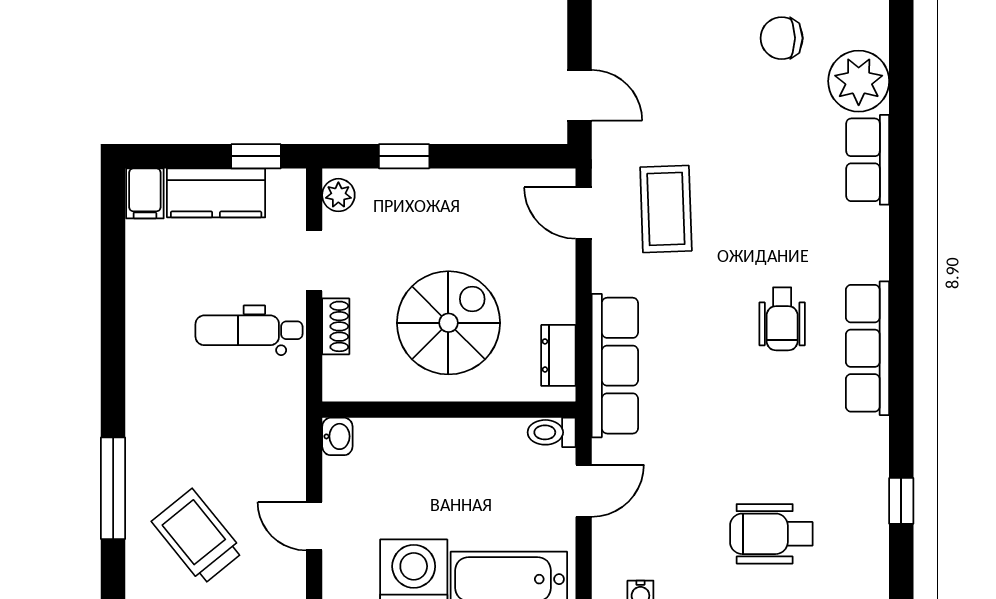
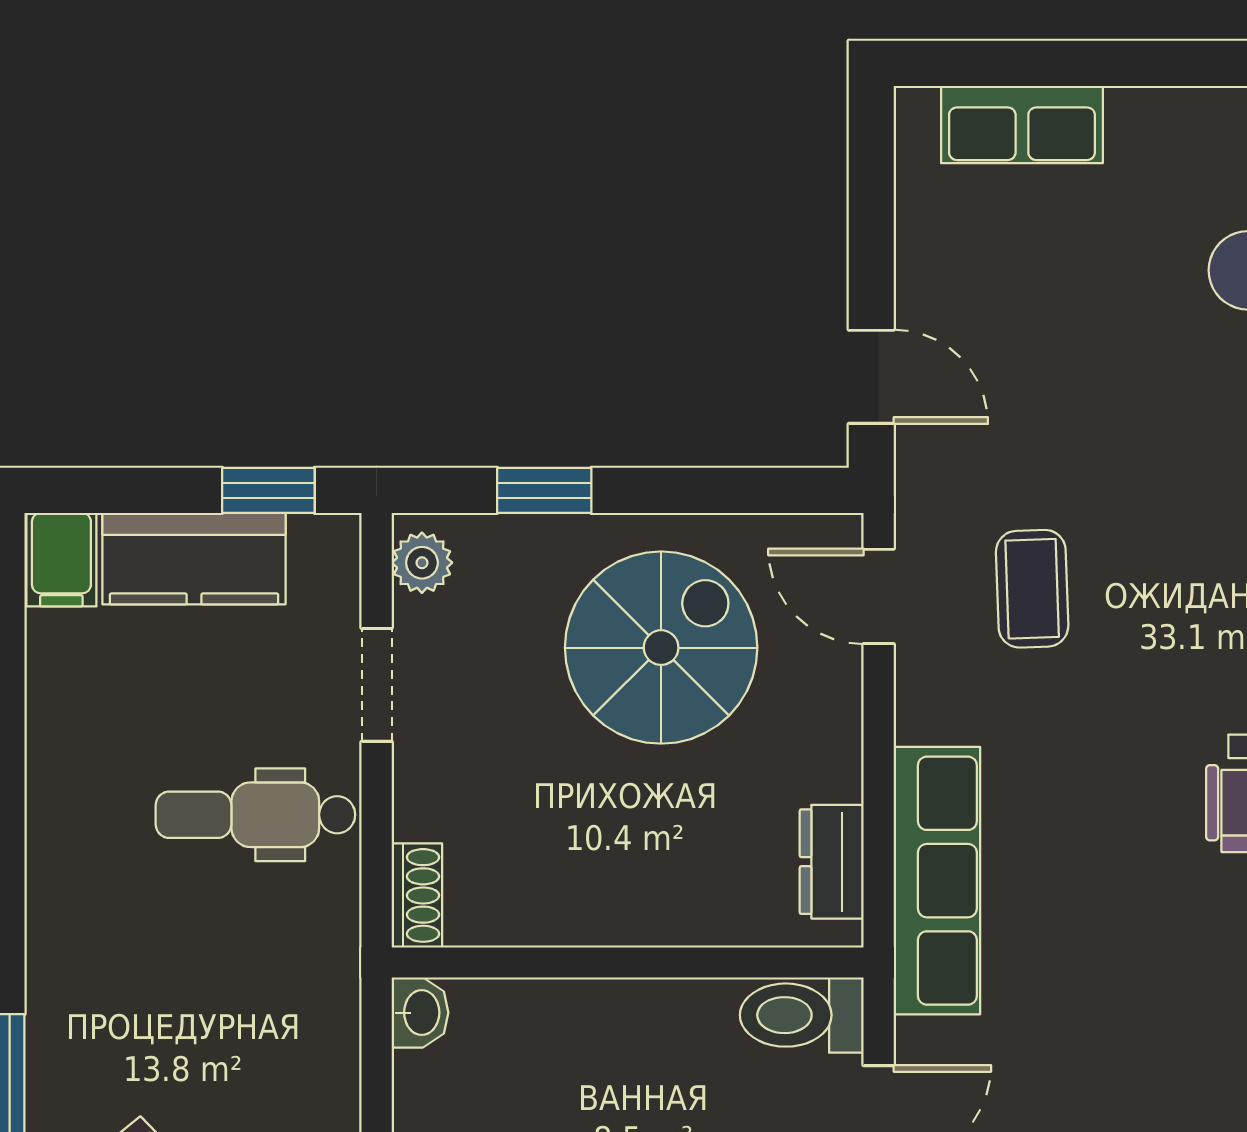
coffee table: (666, 209) -> (1032, 589), width x0.73, depth x0.77
spiral stairs: (448, 323) -> (661, 648), moved
shoe rack: (336, 326) -> (417, 895), moved
toilet: (552, 432) -> (802, 1015), width x1.37, depth x1.39

